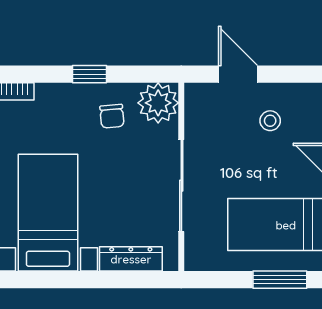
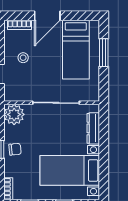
chair: (112, 116) -> (15, 149), moved

